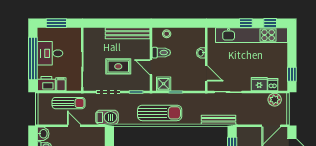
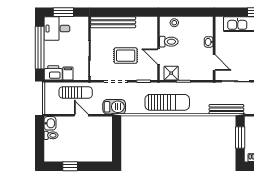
bench: (128, 33) -> (113, 22), moved
desk: (50, 53) -> (57, 29), moved

